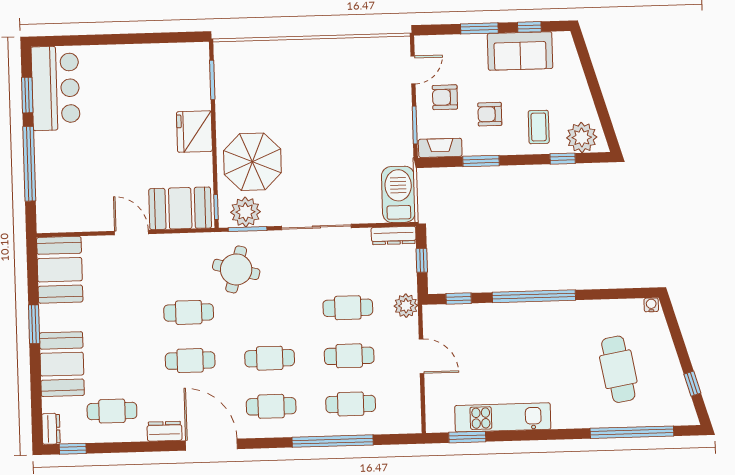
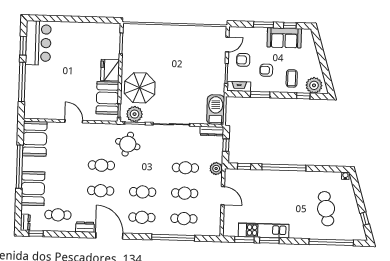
booth: (180, 208) -> (108, 98), moved, turned 90
window: (34, 324) -> (20, 167), width x2.11
window: (515, 436) -> (269, 240), added

